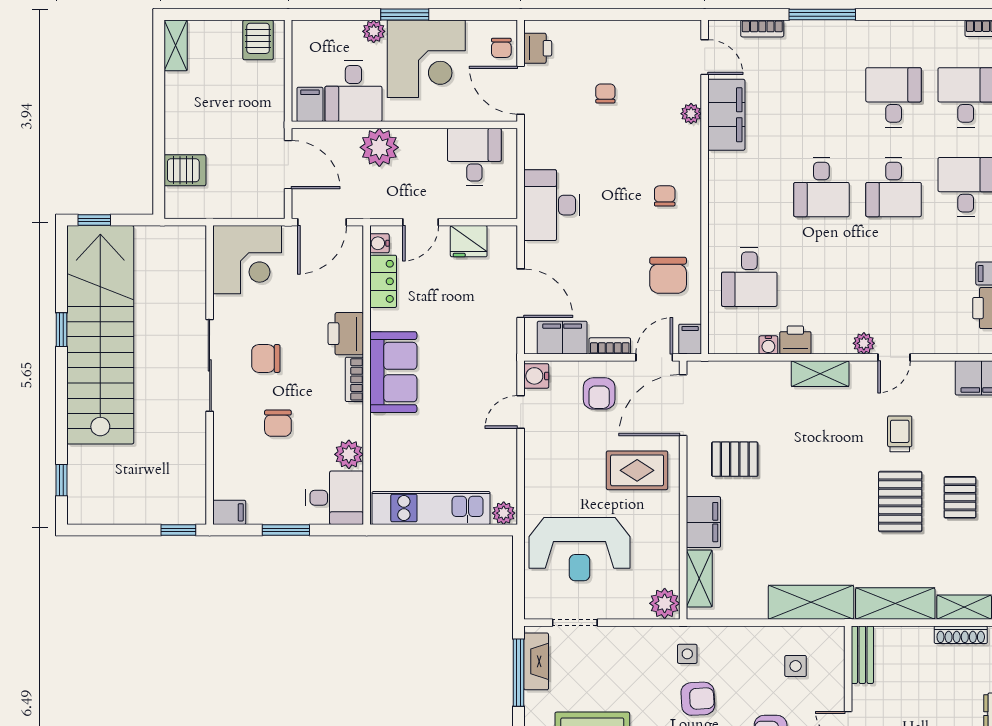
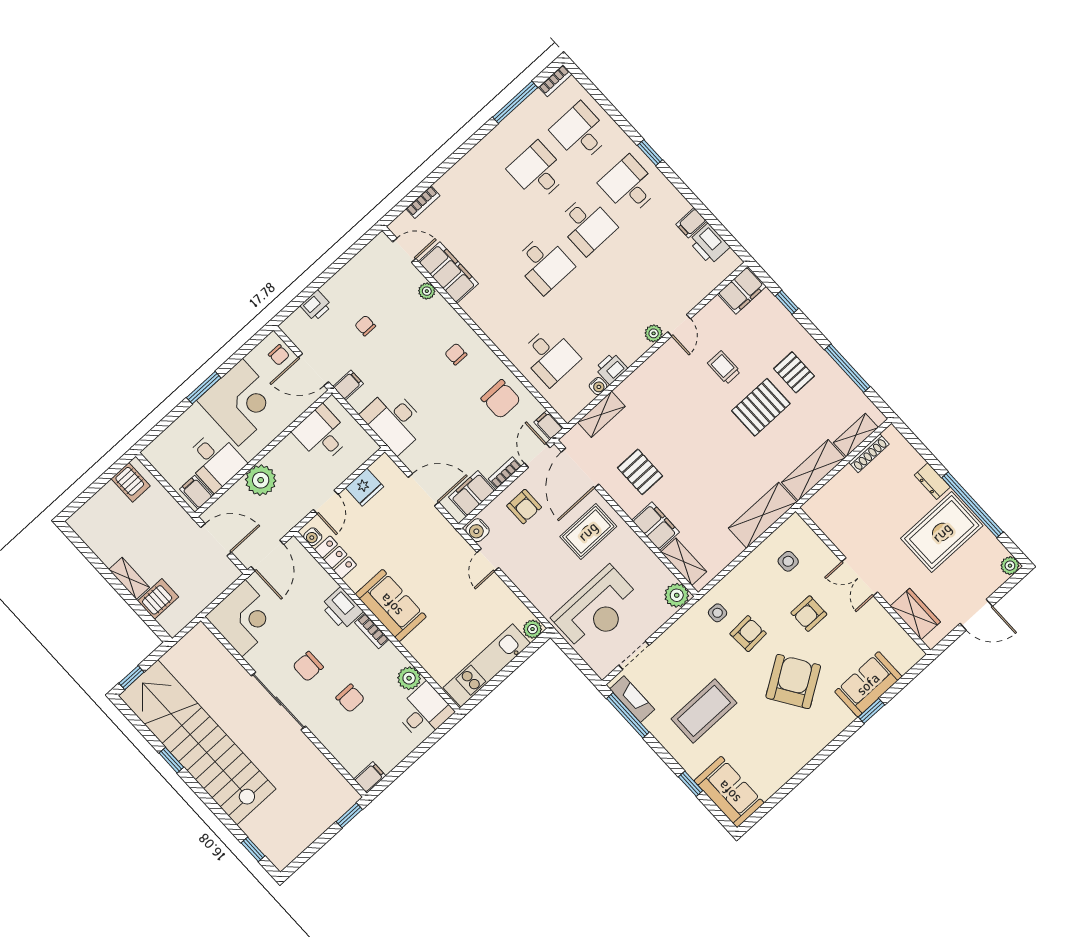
window: (822, 14) -> (515, 102), moved
plant: (374, 31) -> (194, 414), removed
shelving: (176, 45) -> (129, 578), moved
printer: (538, 48) -> (316, 306), moved, turned 90
filing cabinet: (540, 134) -> (348, 385), added
shelving: (820, 374) -> (601, 414), moved
pallet: (735, 459) -> (640, 472), turned 90
pallet: (900, 502) -> (761, 407), turned 90
window: (286, 530) -> (413, 757), removed
bench: (862, 655) -> (822, 518), removed

